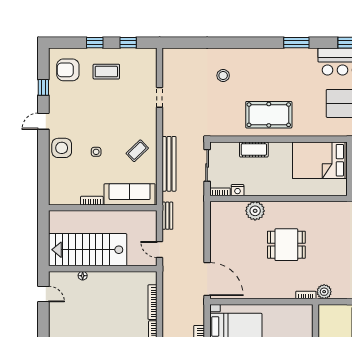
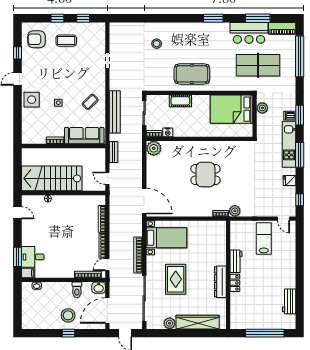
plant: (255, 211) -> (154, 148), moved

